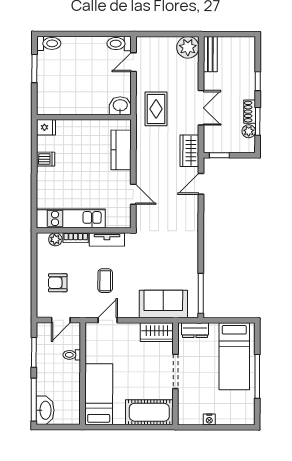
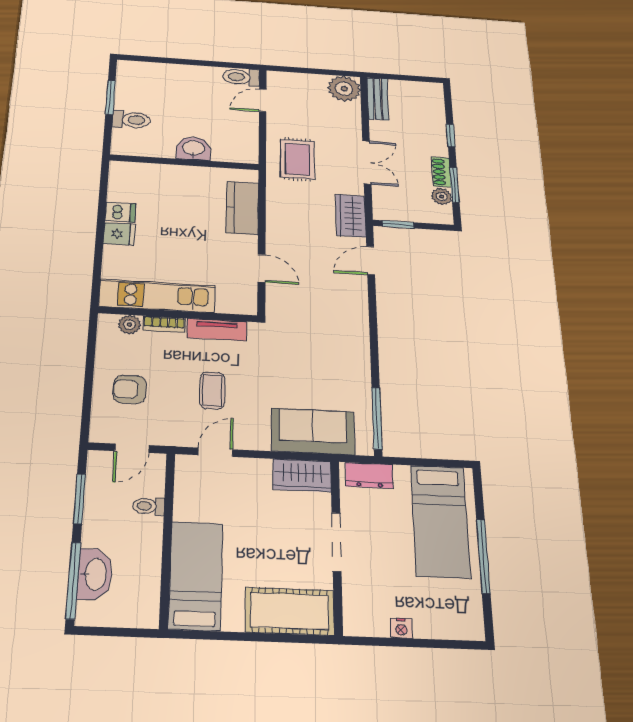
toilet: (49, 43) -> (131, 120), moved
washbasin: (120, 106) -> (193, 148), moved
fridge: (46, 127) -> (119, 234), moved
washbasin: (45, 410) -> (95, 574), moved

